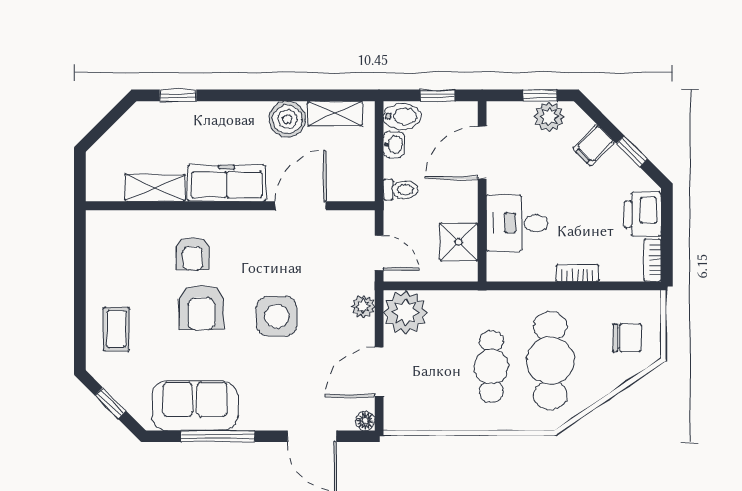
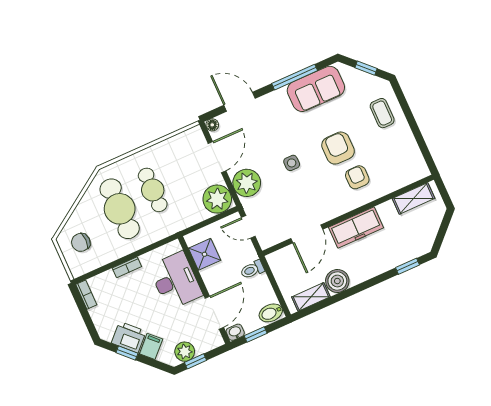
washbasin: (394, 145) -> (235, 332), moved, turned 90
shelving: (155, 188) -> (413, 198), moved
printer: (643, 214) -> (129, 337), moved, turned -45
desk: (517, 223) -> (175, 281), width x1.37
plant: (363, 306) -> (247, 183), width x1.87, depth x1.87
side table: (277, 316) -> (292, 163), width x0.54, depth x0.54

